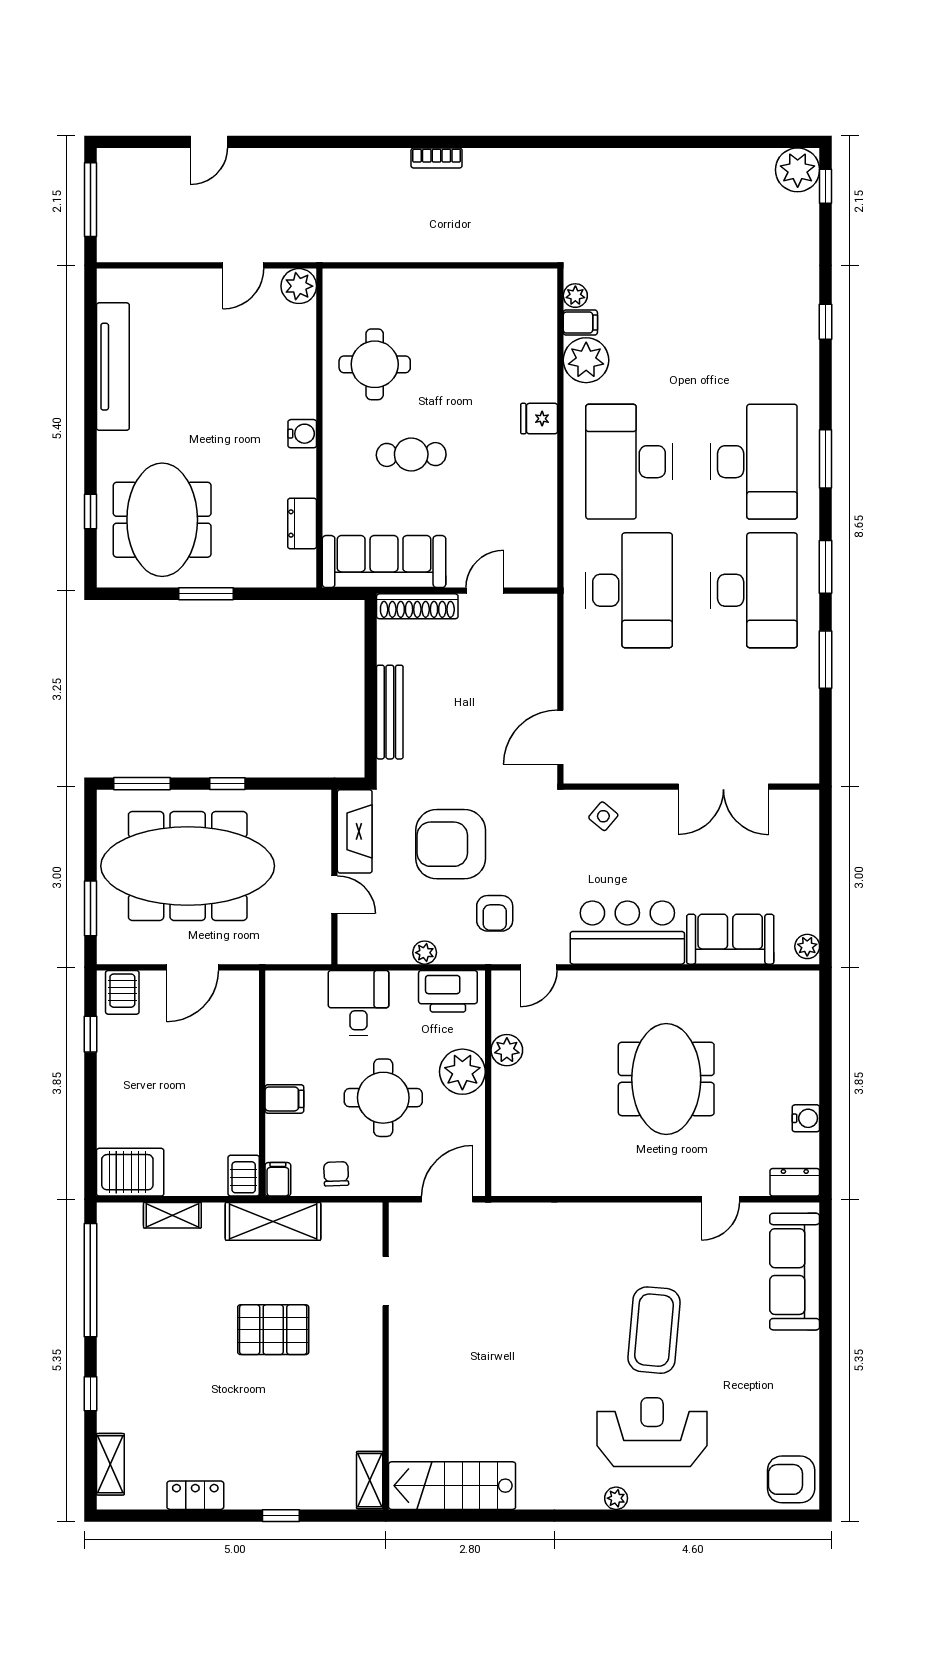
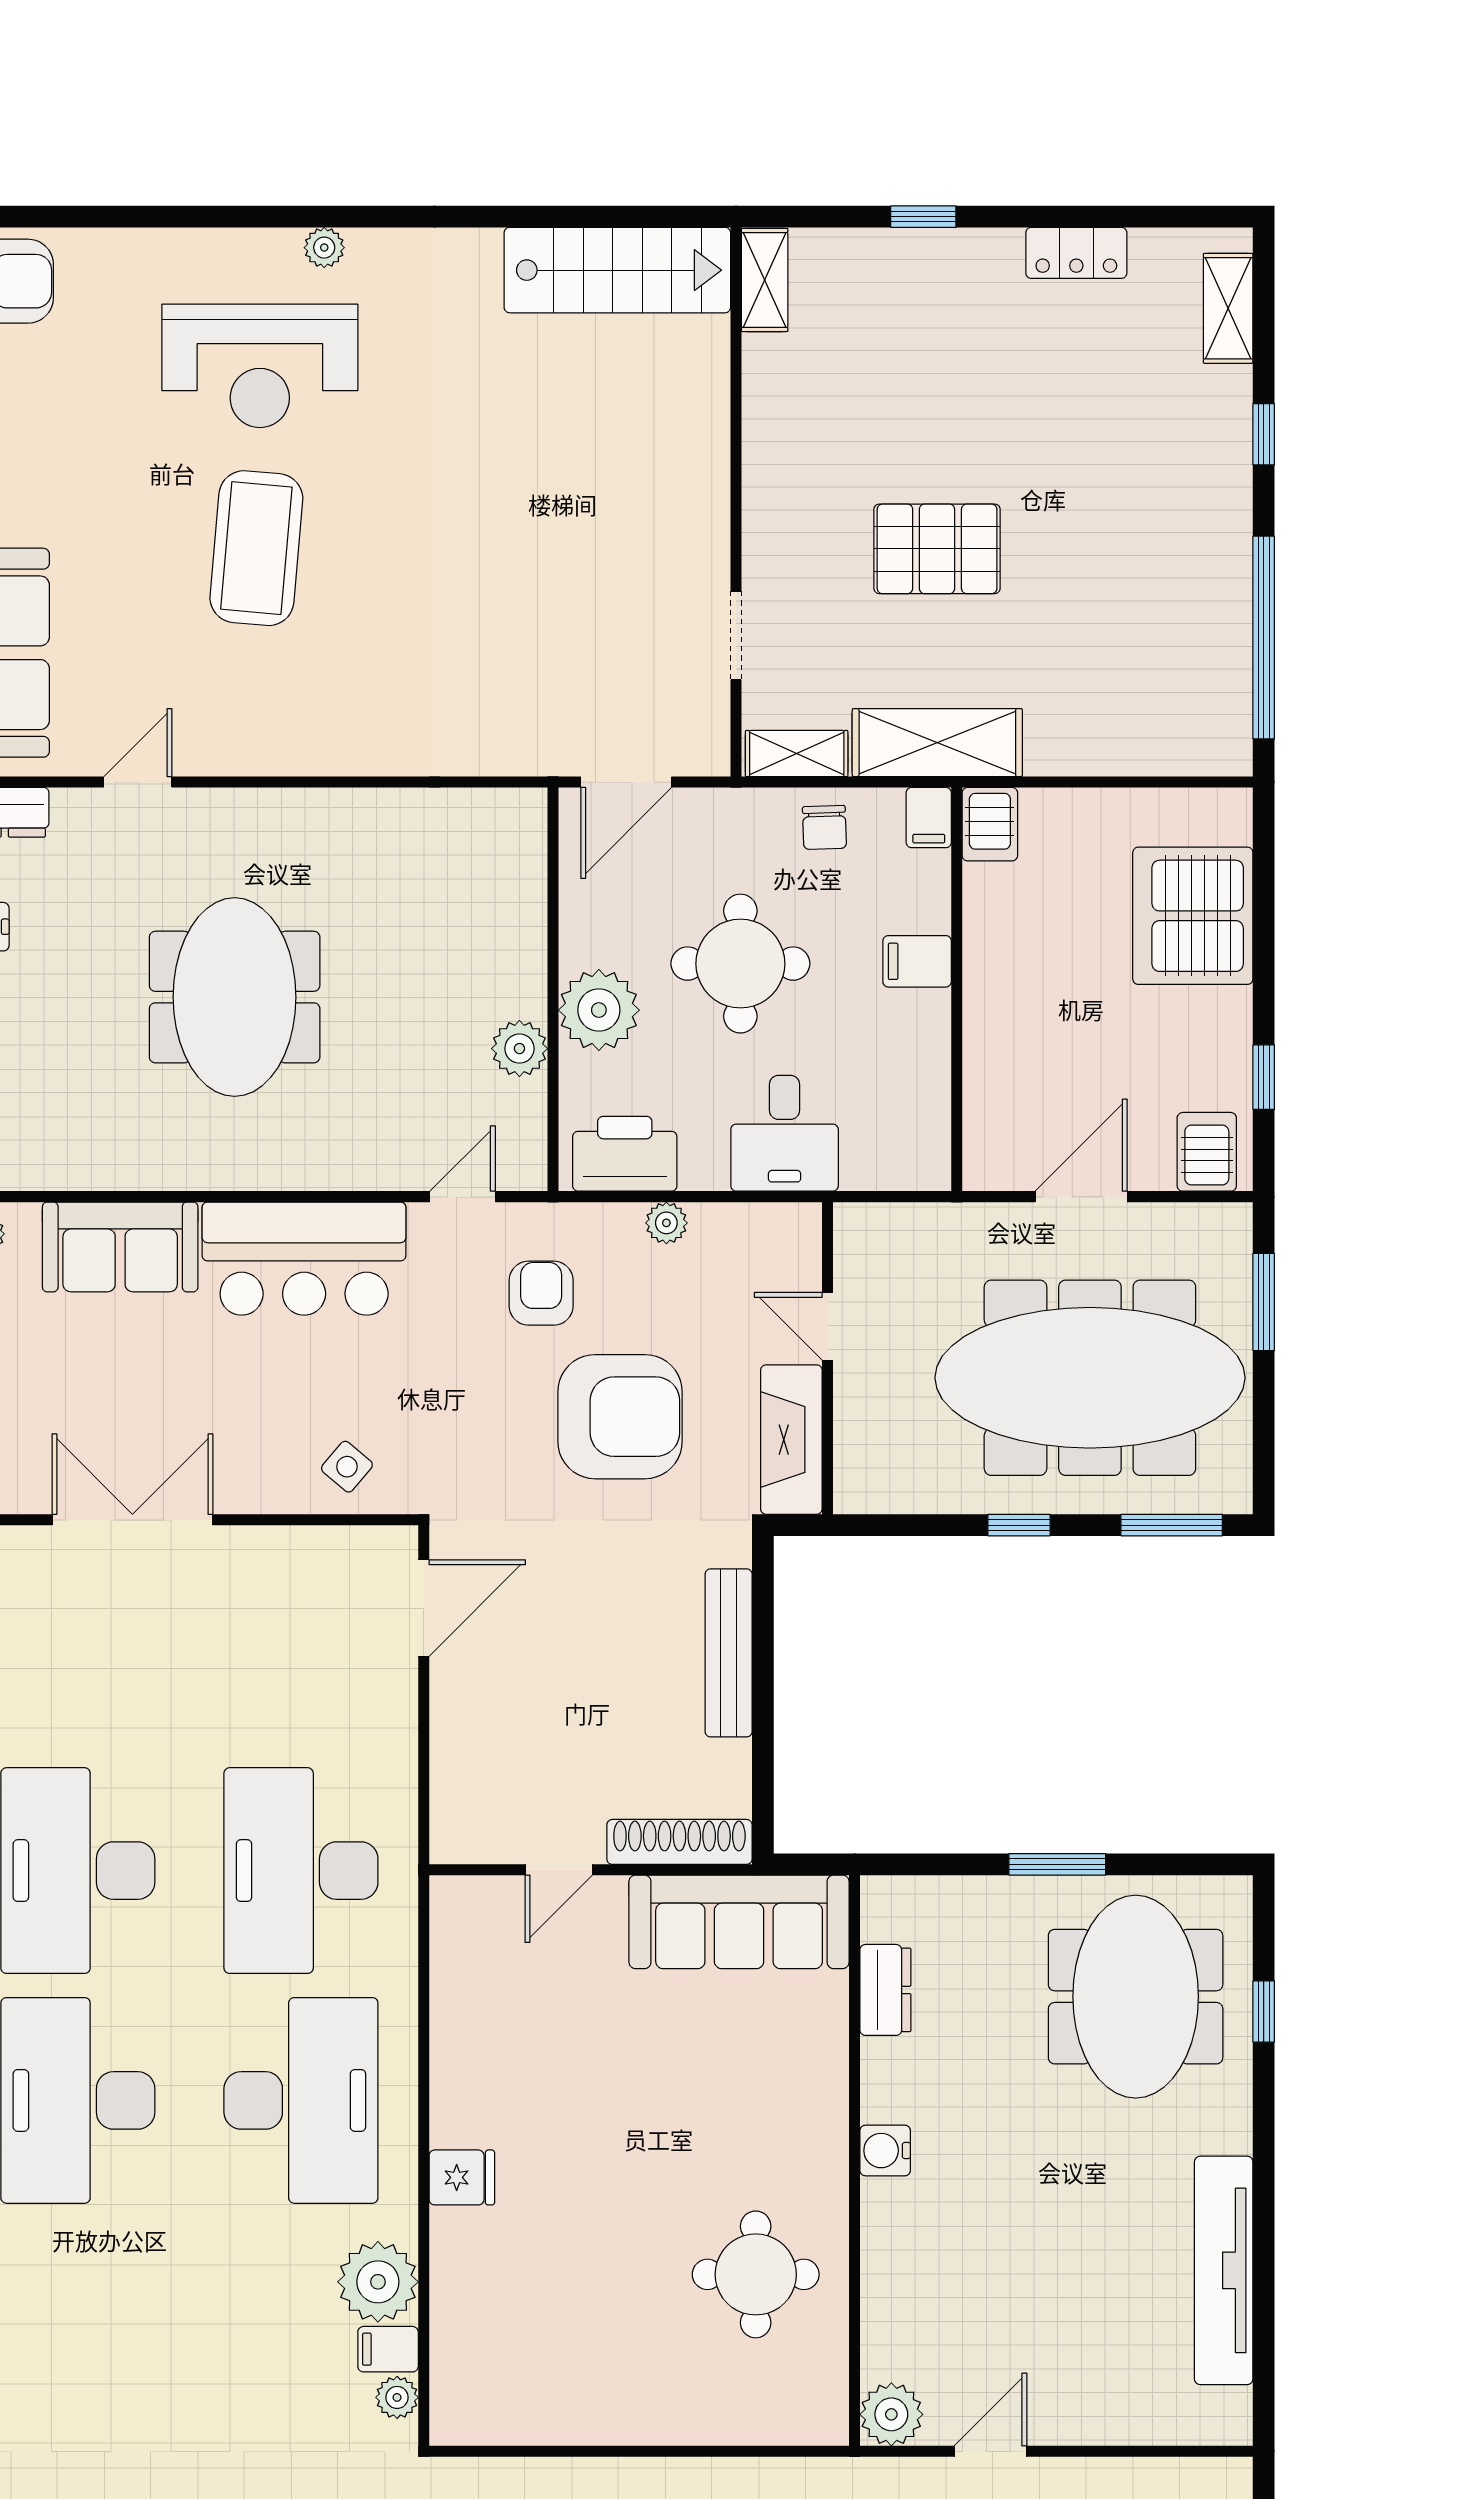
cafe table: (411, 454) -> (690, 2113), removed
server rack: (130, 1172) -> (1193, 916), moved, width x1.60
shelving: (172, 1215) -> (797, 754), moved

